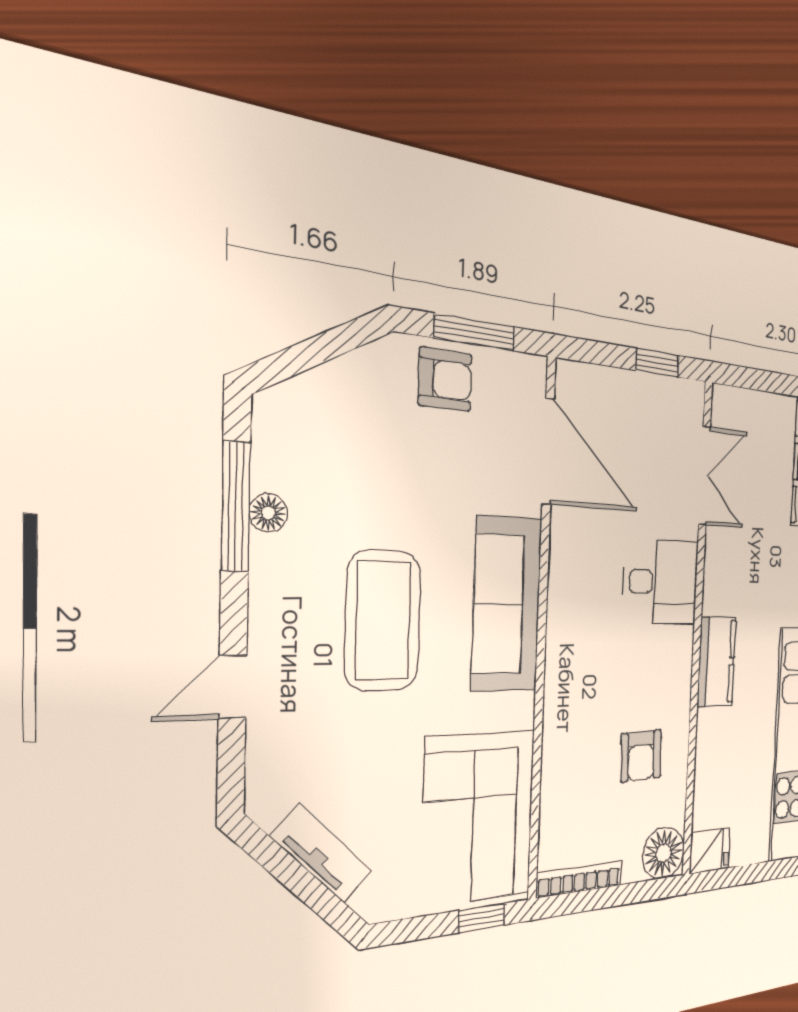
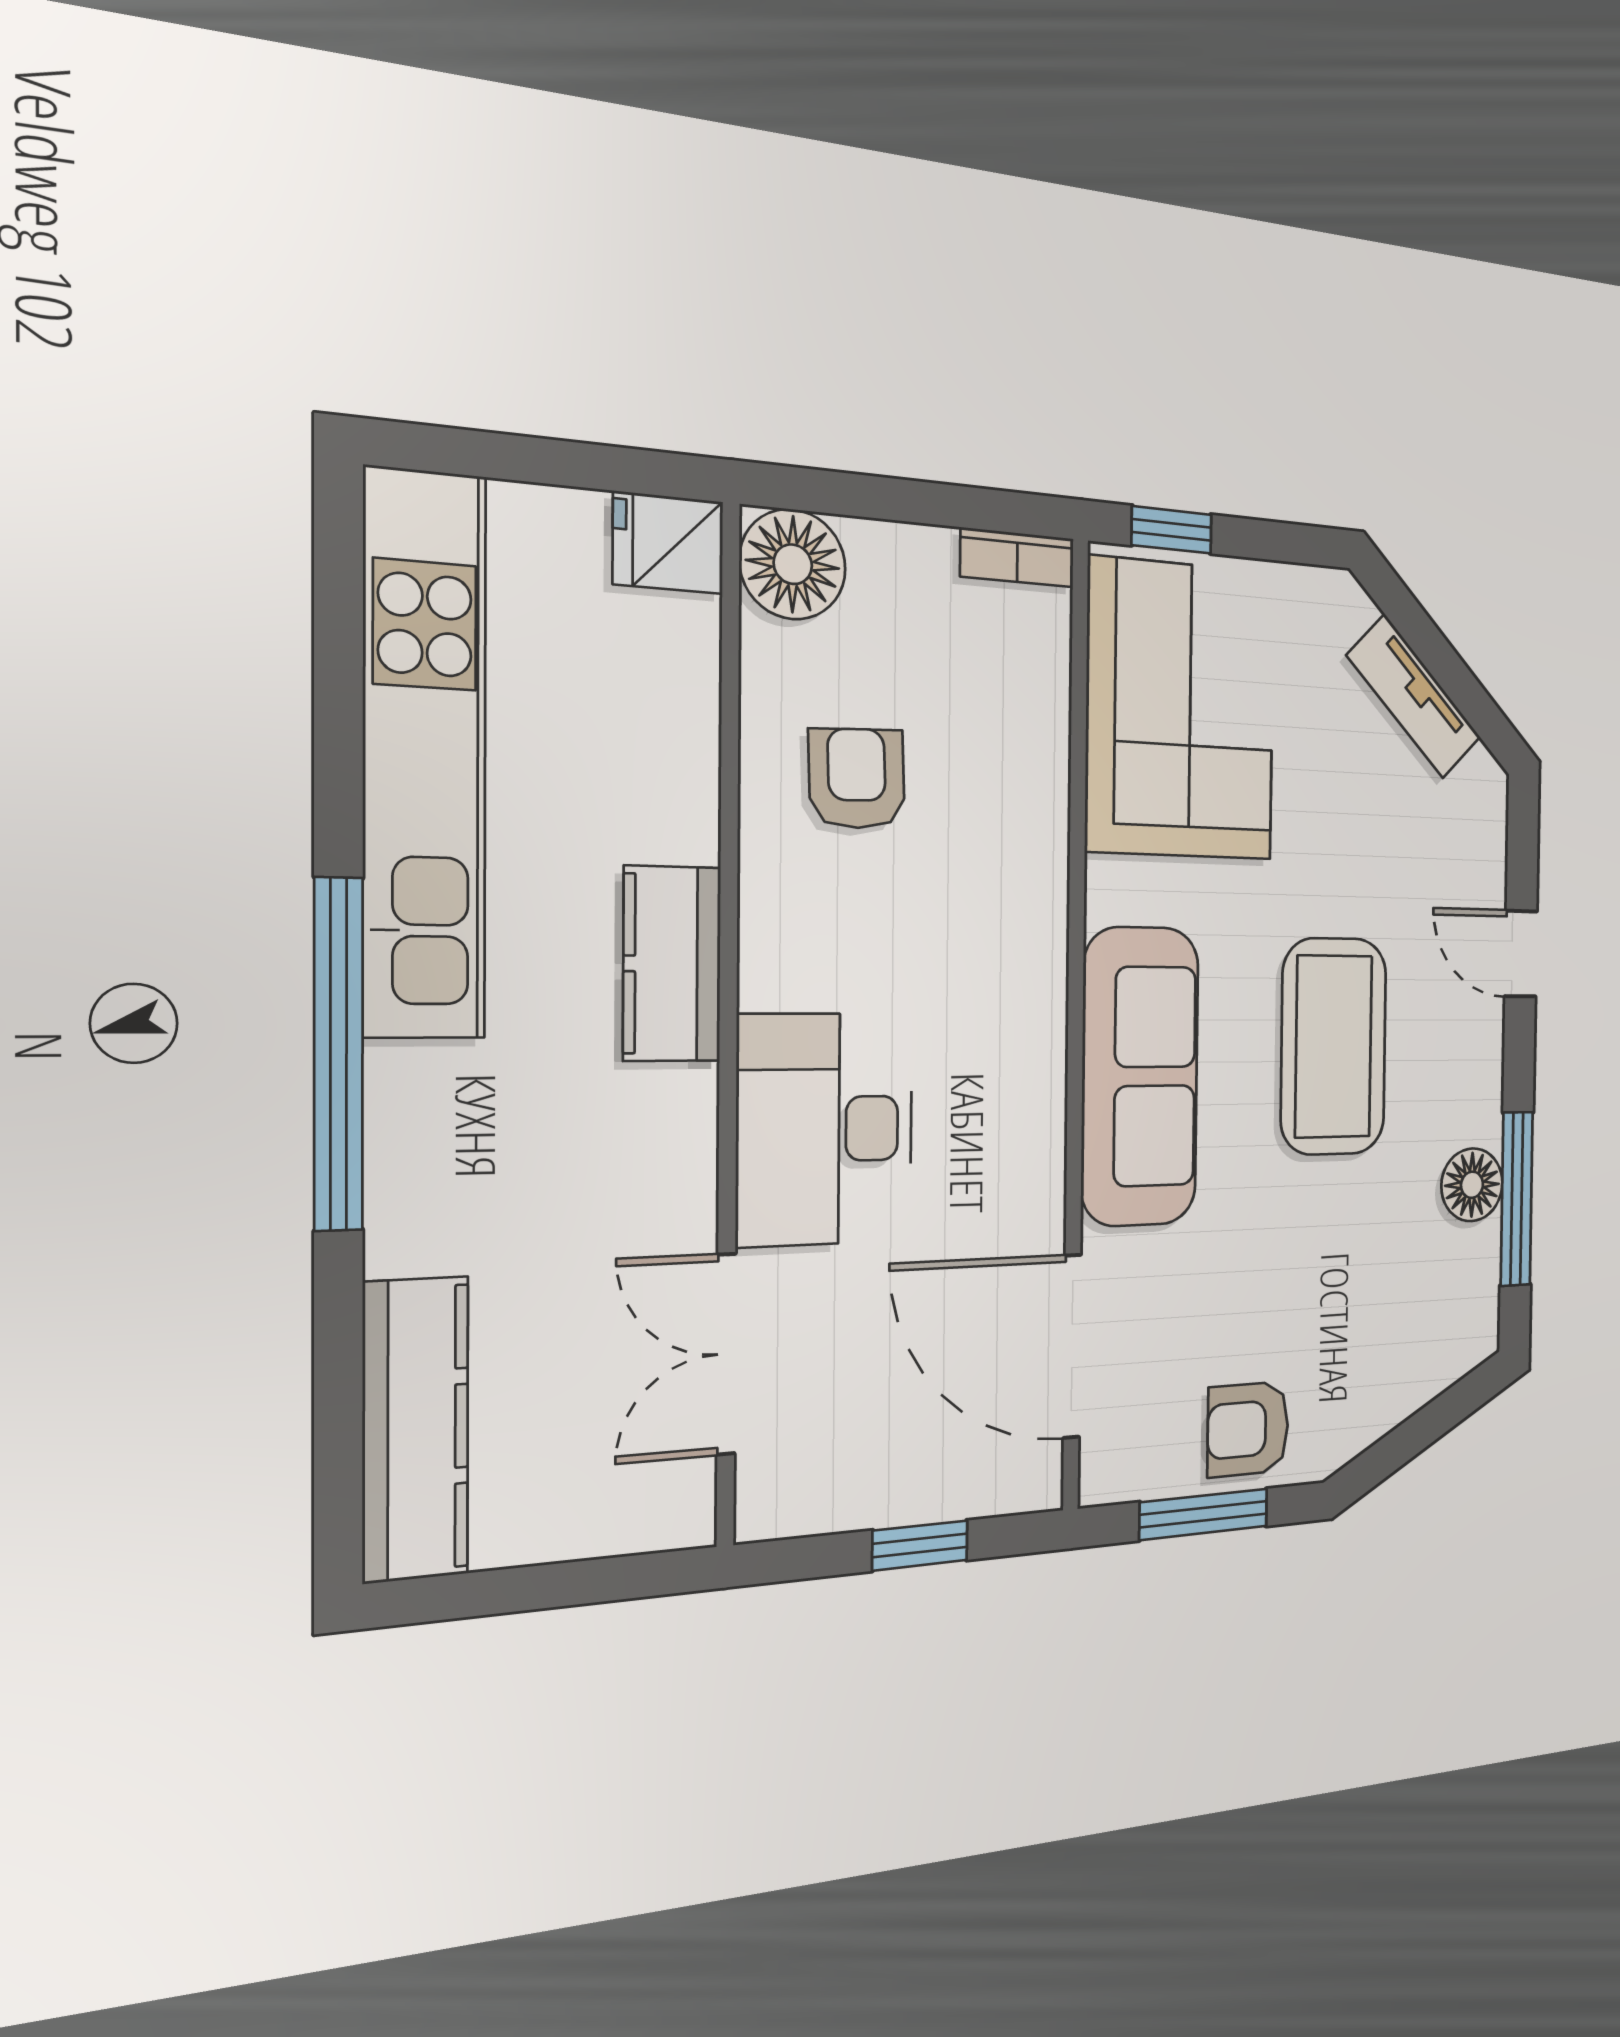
window: (657, 363) -> (920, 1545), moved
floor lamp: (268, 513) -> (1472, 1185), width x1.37, depth x1.37
desk: (661, 582) -> (825, 1129), width x1.37
door: (233, 687) -> (1521, 954), swing flipped
bookcase: (580, 879) -> (1017, 558), width x0.64

